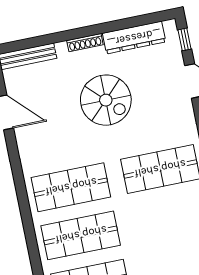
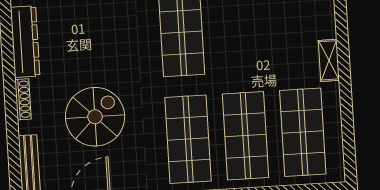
spiral stairs: (106, 100) -> (95, 117), moved

